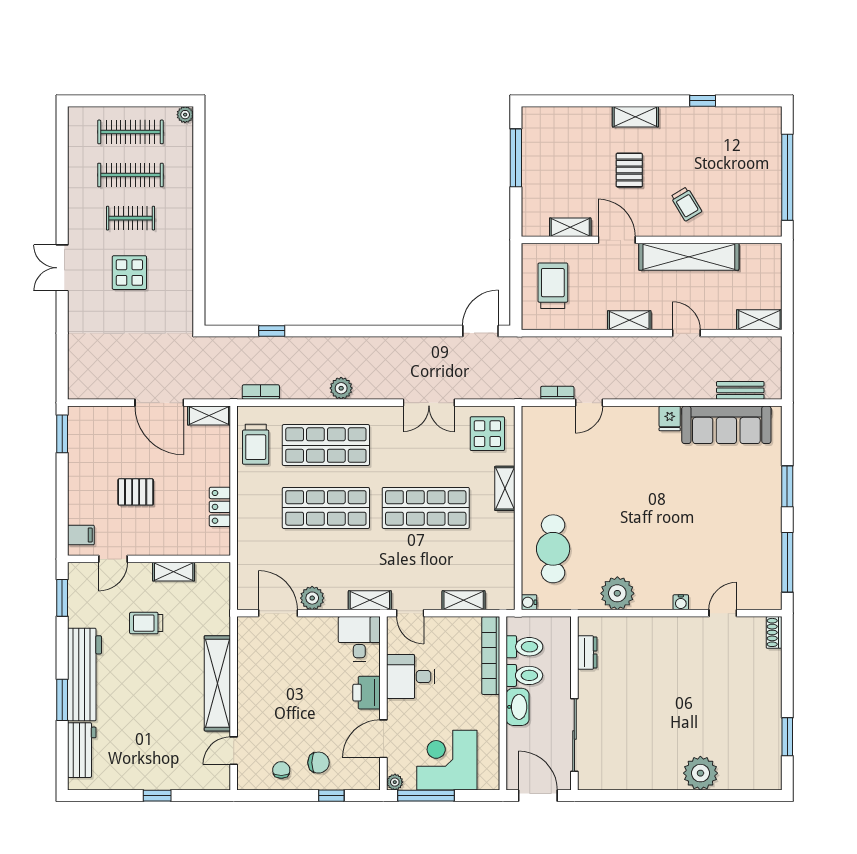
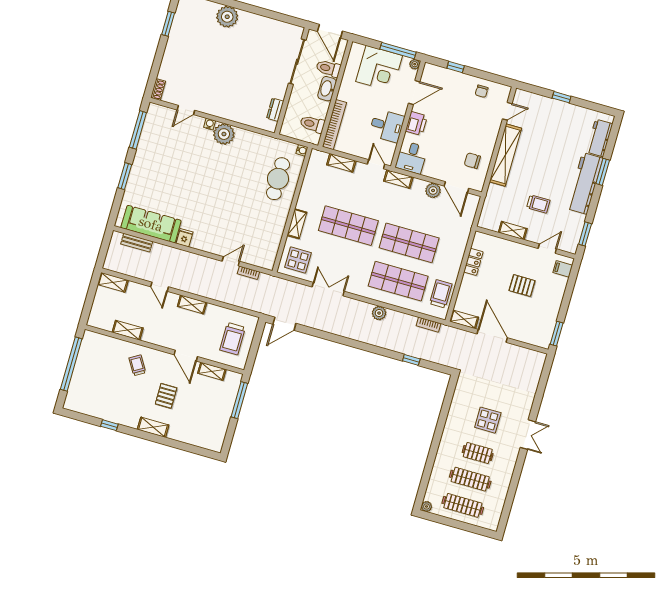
window: (516, 158) -> (239, 400), moved
shelving: (689, 257) -> (128, 330), width x0.45, depth x0.75
plant: (617, 593) -> (224, 134), moved
toilet: (524, 675) -> (328, 68), moved
chair: (318, 763) -> (472, 161), moved

